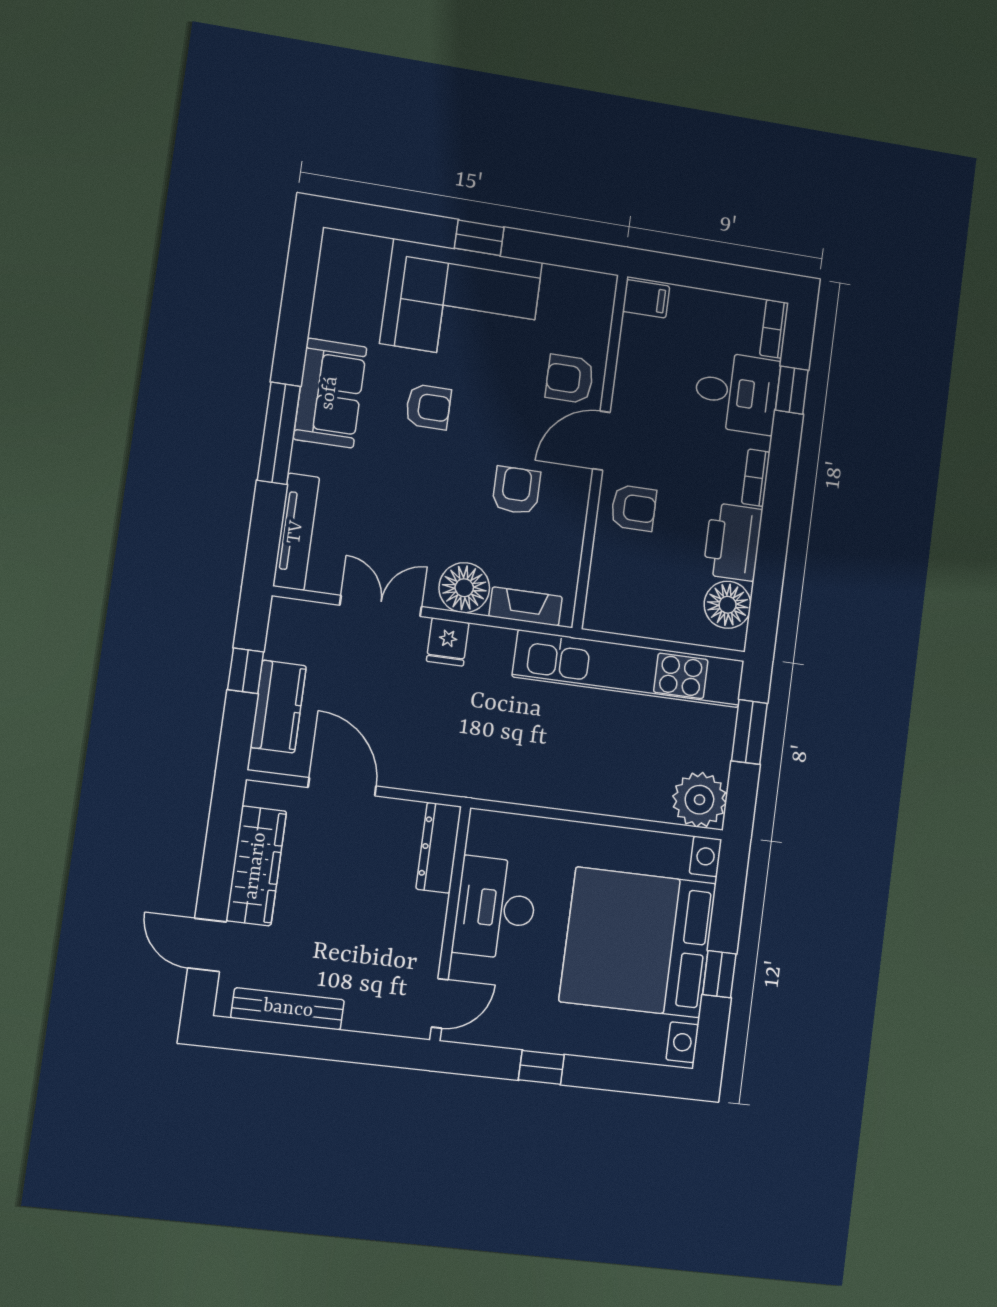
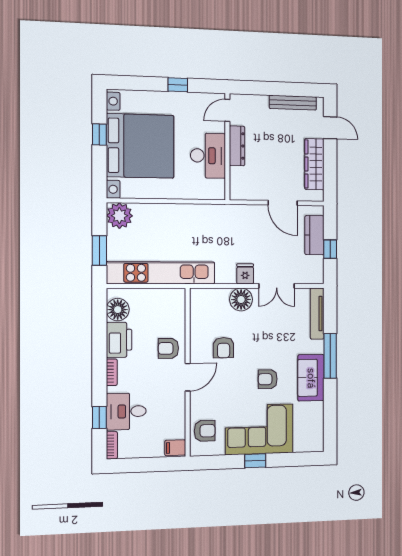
armchair: (570, 379) -> (205, 431), moved
fireplace: (526, 606) -> (212, 295), removed
dresser: (439, 848) -> (237, 146), moved

